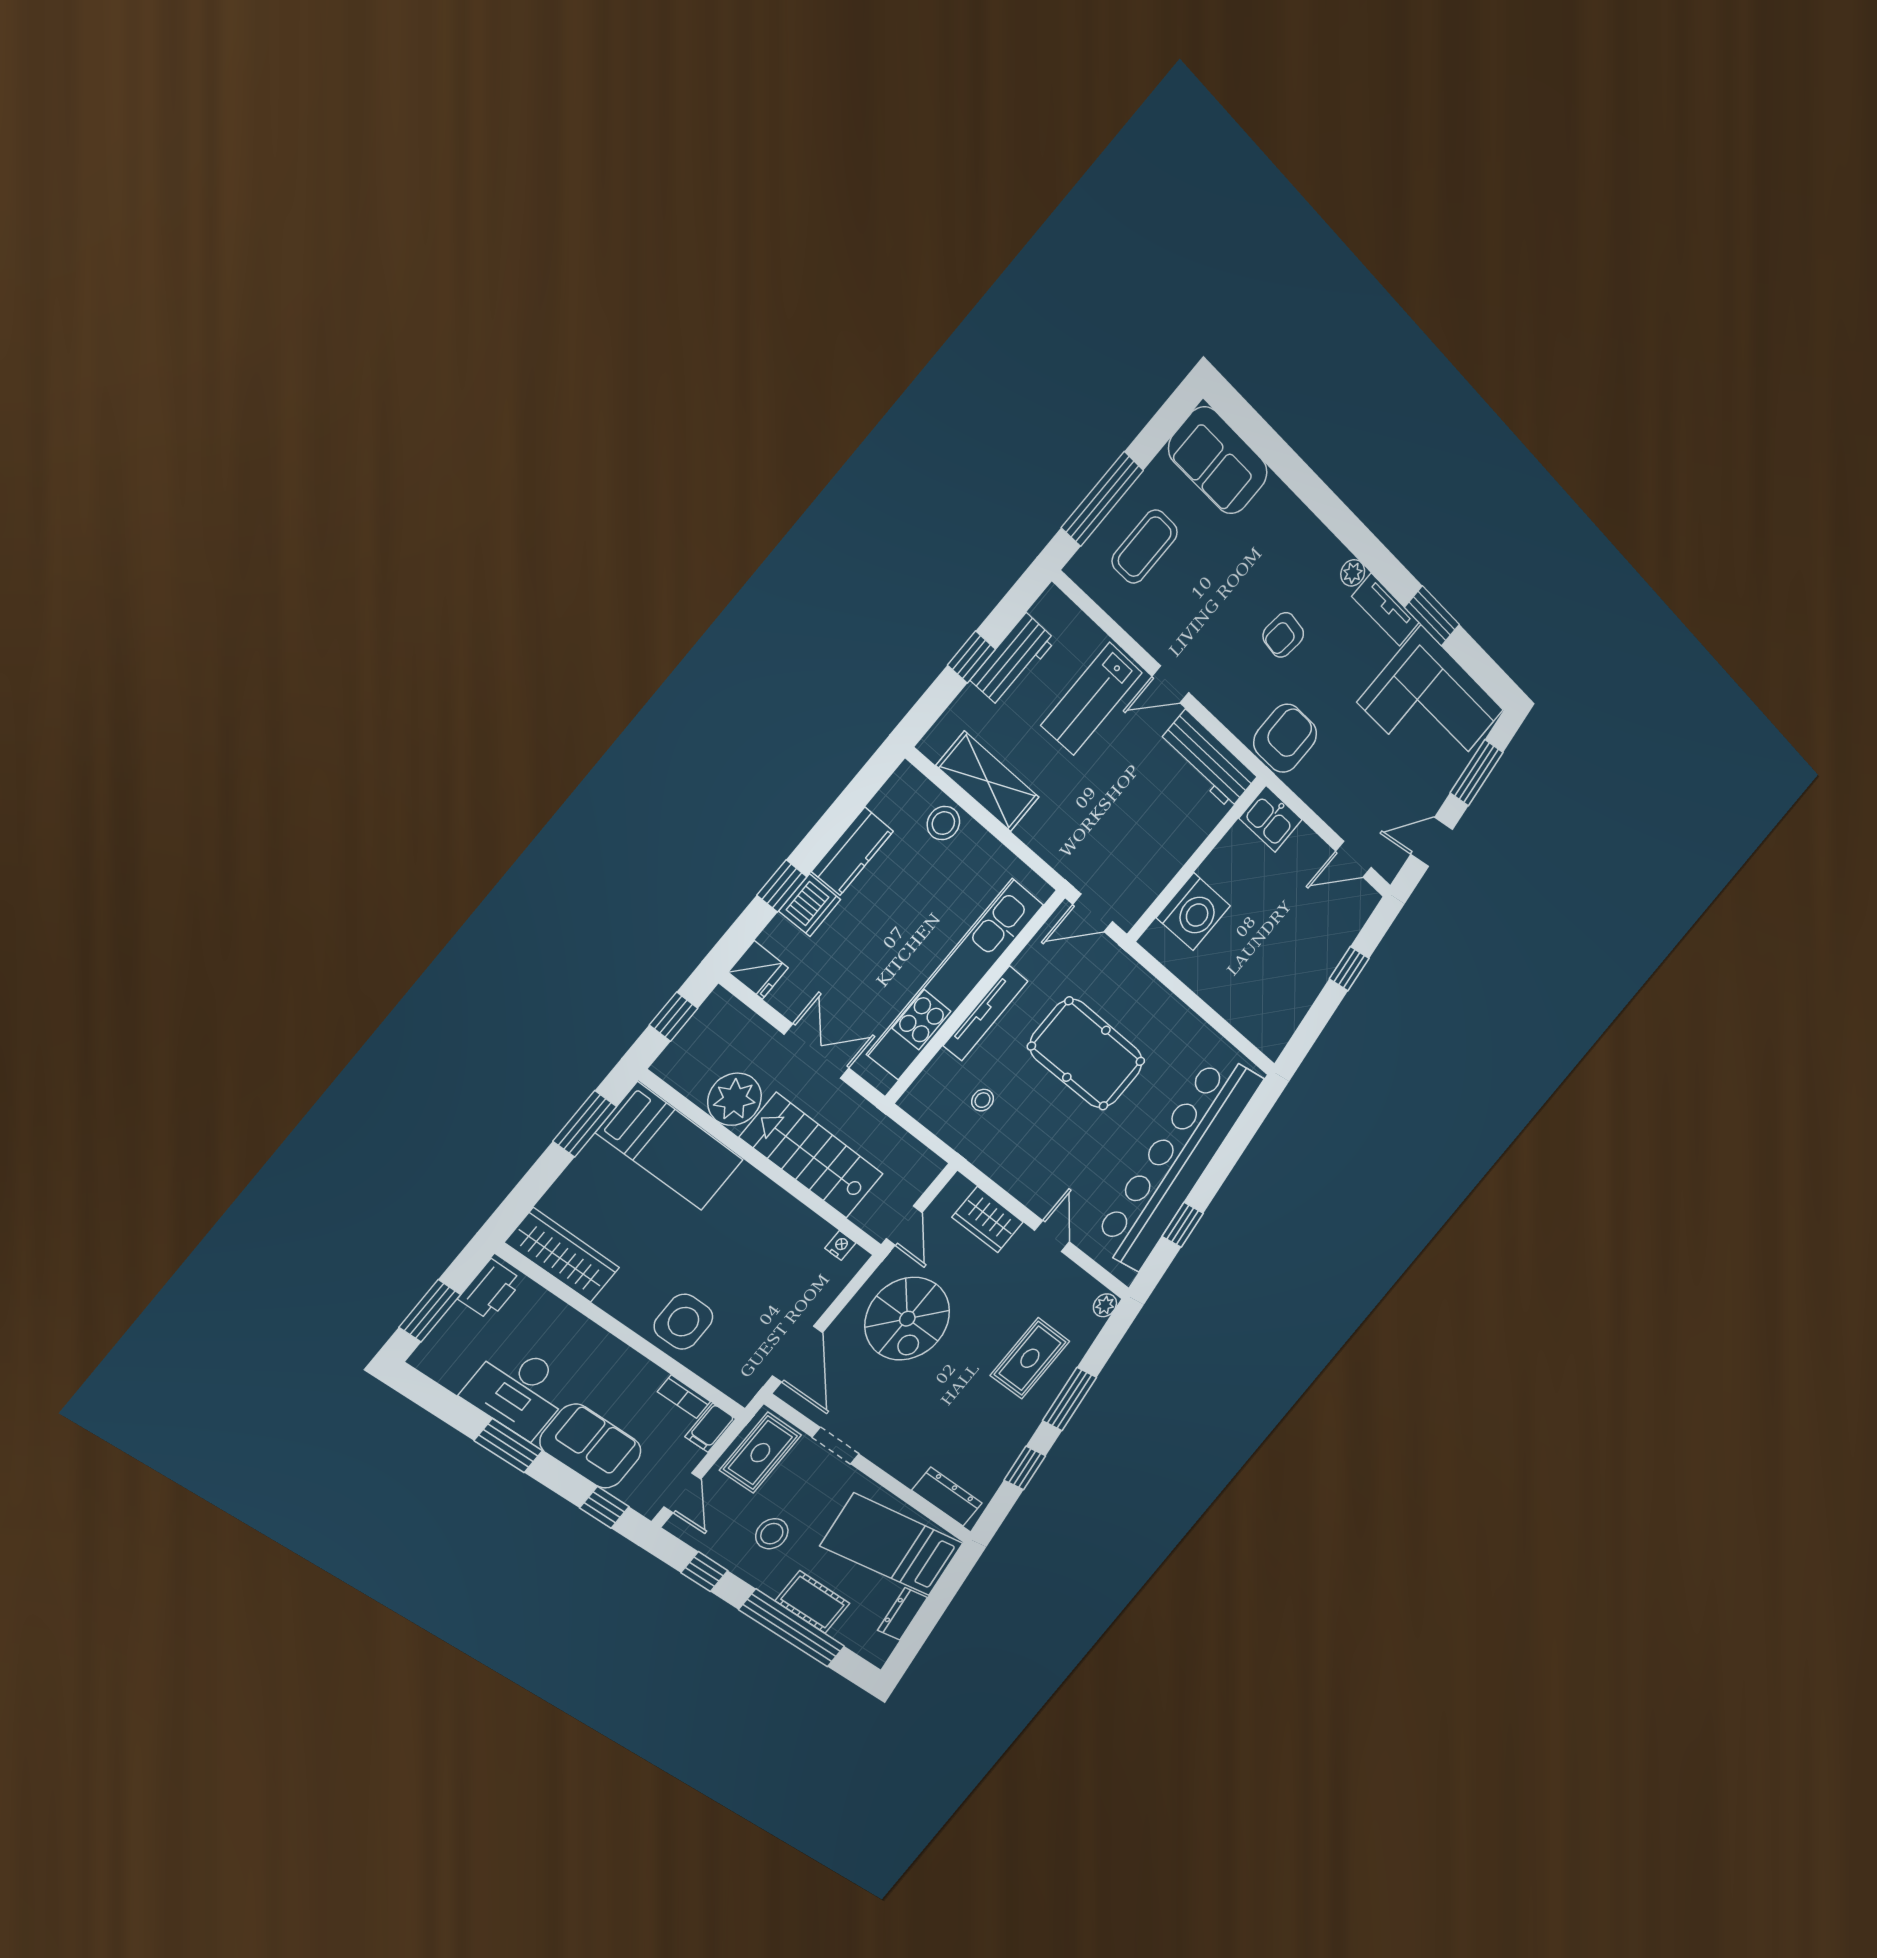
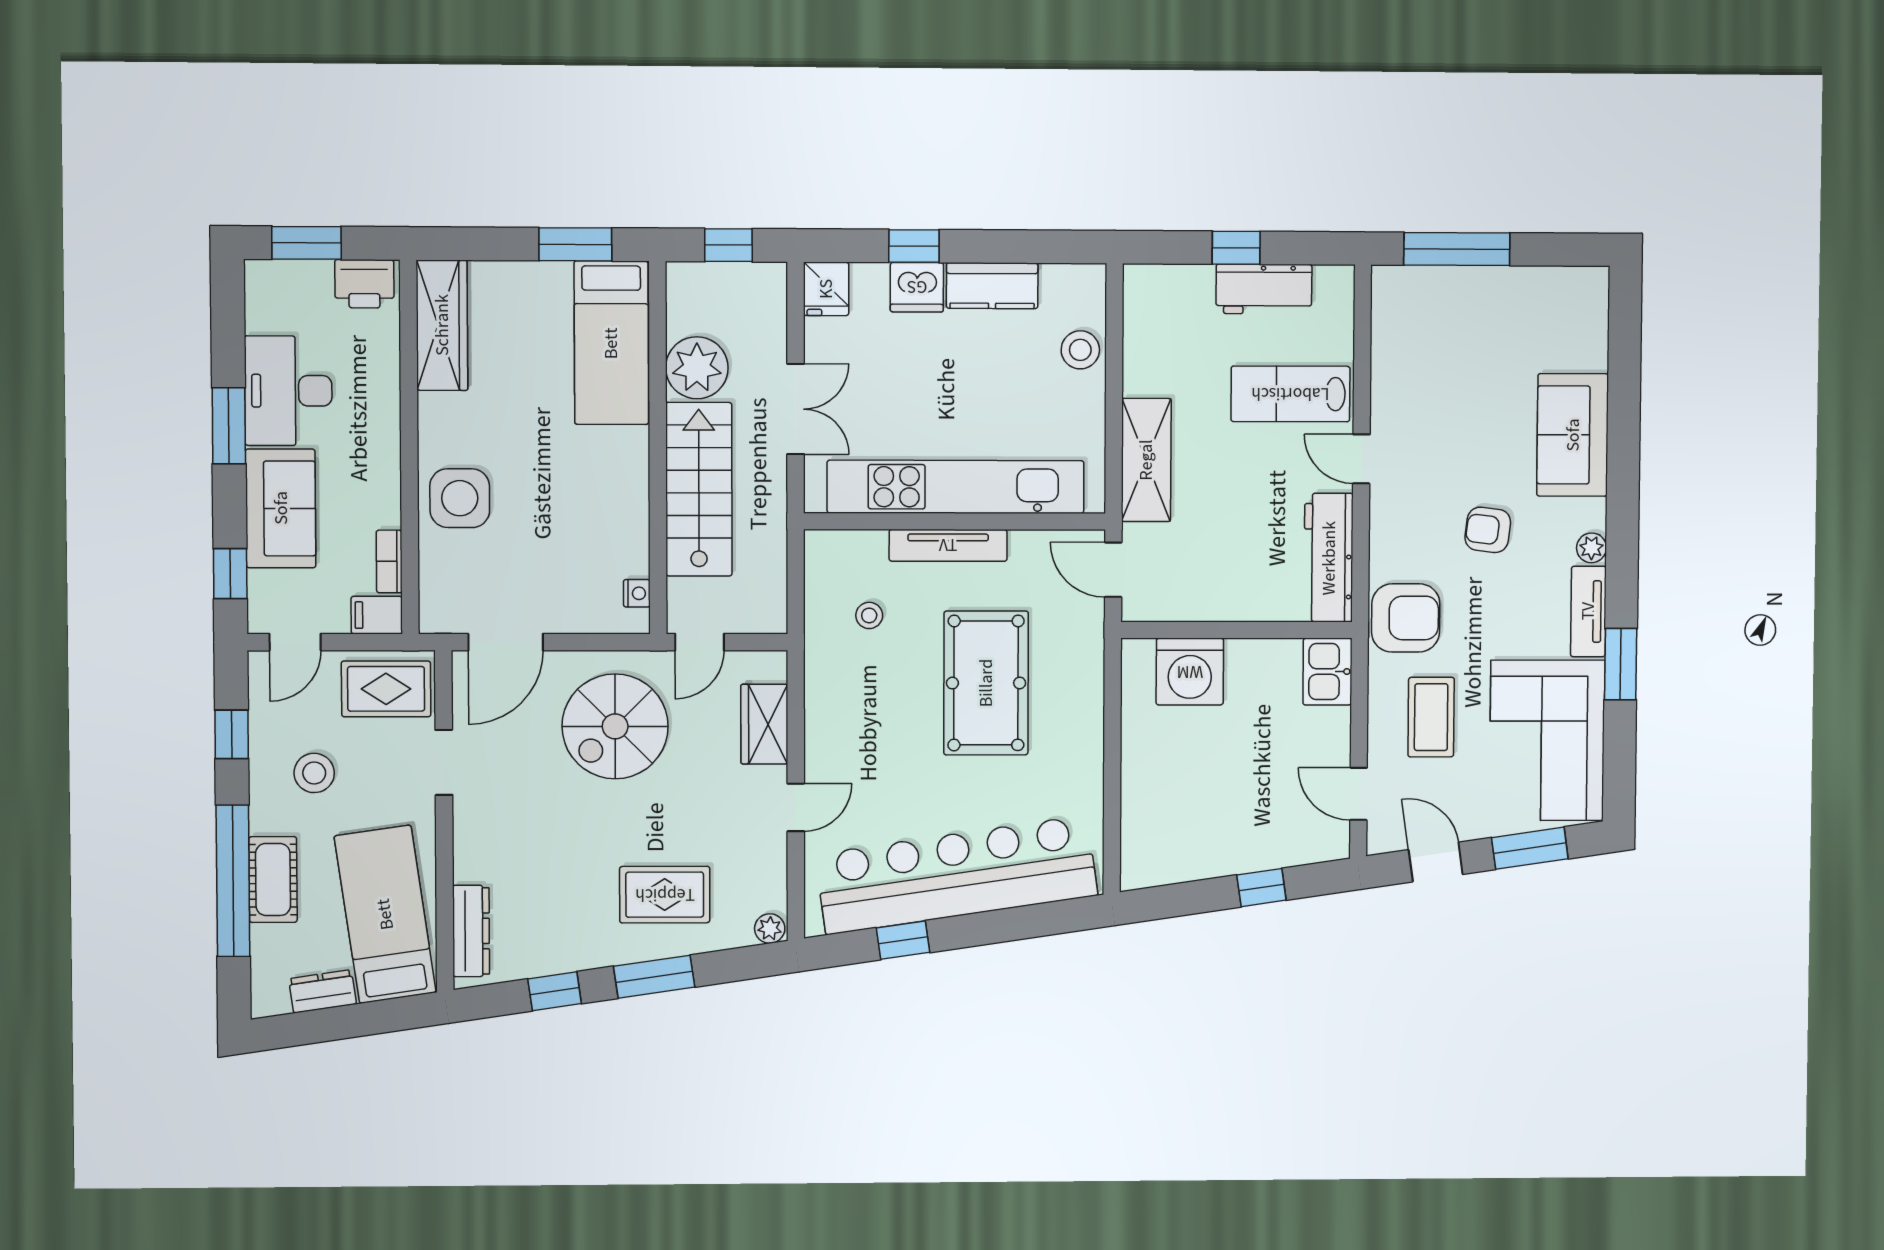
sofa: (1218, 460) -> (1573, 435), moved
coffee table: (1145, 547) -> (1431, 717), moved, turned 90
shelving: (988, 781) -> (1146, 460), moved

